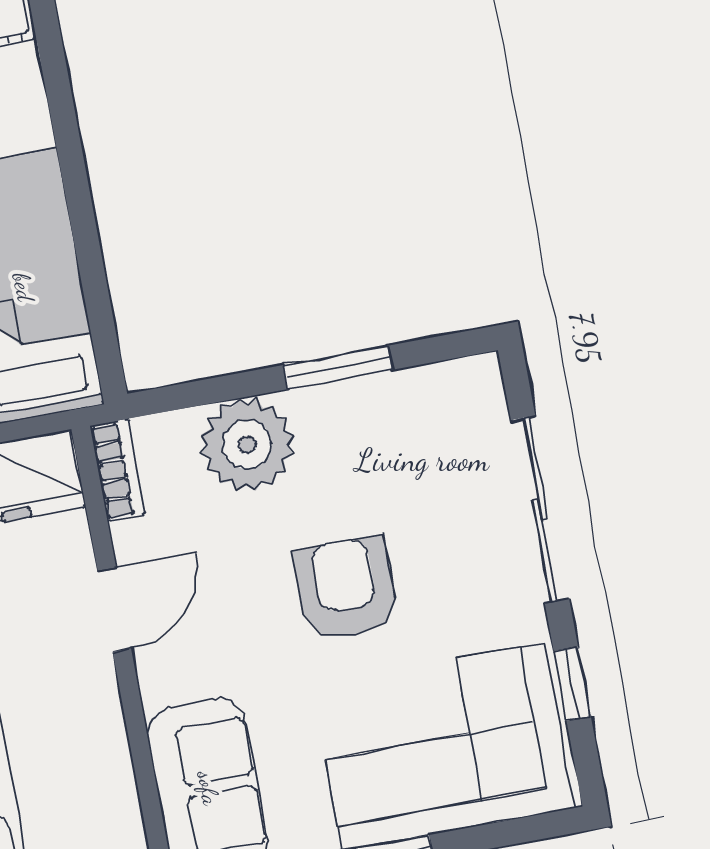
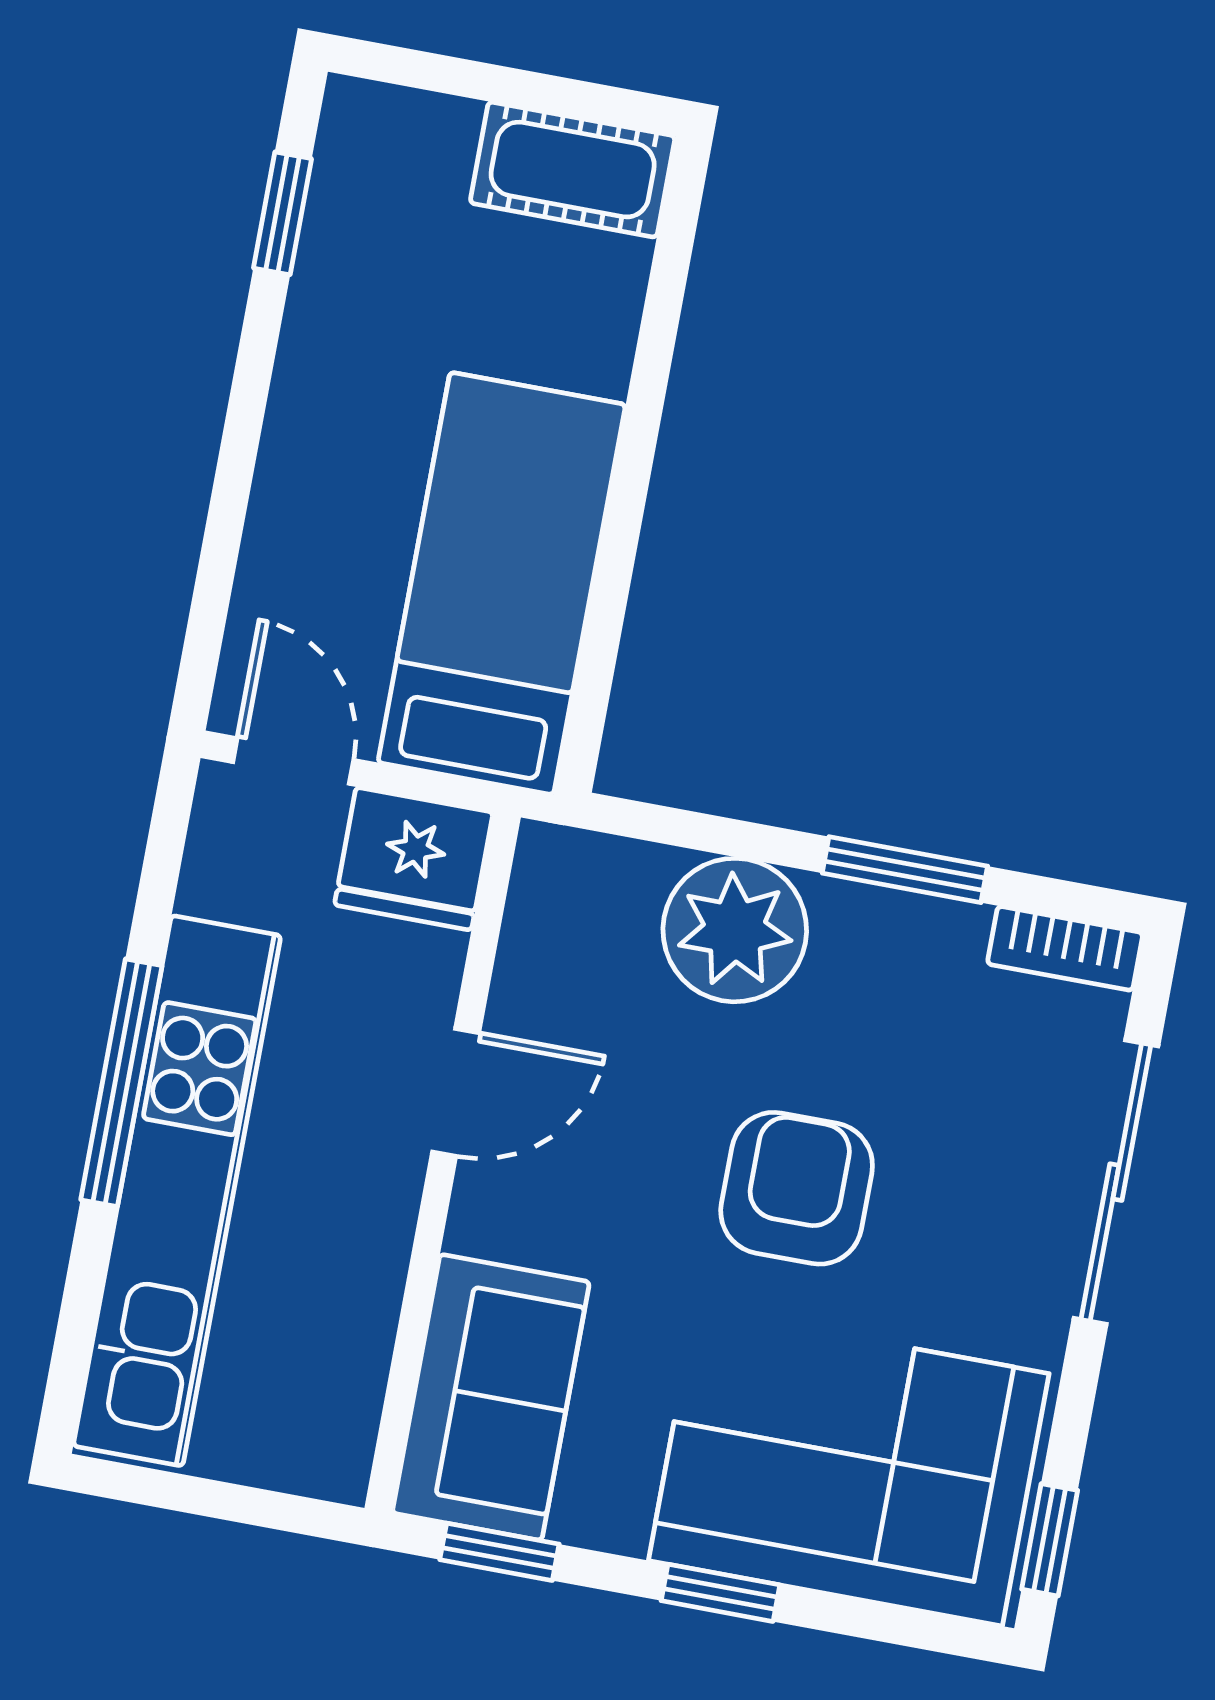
bookcase: (118, 470) -> (1065, 948), moved, turned 90
window: (572, 684) -> (1050, 1540), moved

